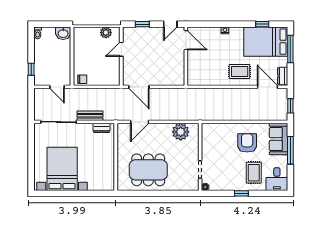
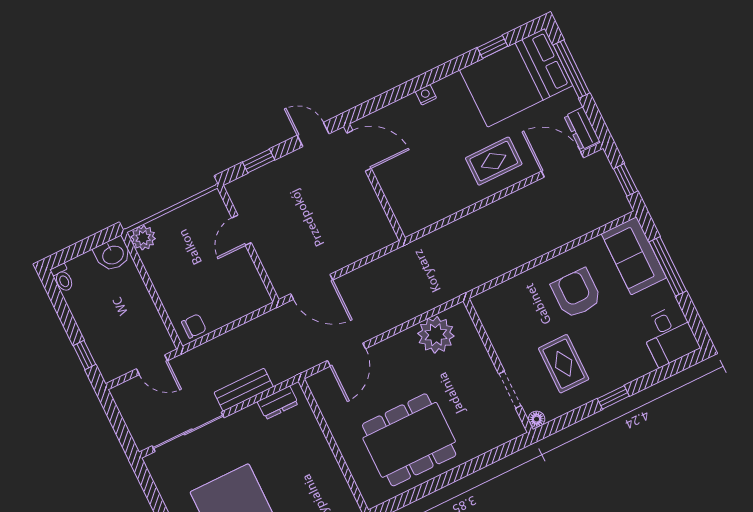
door: (170, 24) -> (313, 134), swing flipped
plant: (106, 33) -> (143, 238), moved
rug: (254, 173) -> (564, 364), moved

